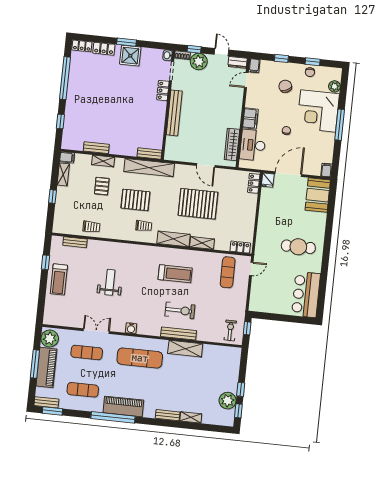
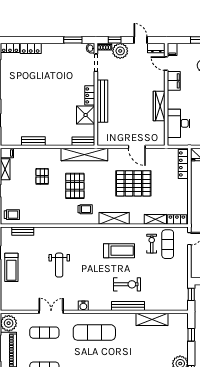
window: (126, 42) -> (73, 40), moved
shower: (130, 56) -> (86, 115), moved
door: (246, 80) -> (166, 64), hinge flipped
locker: (163, 91) -> (90, 95), moved
filing cabinet: (250, 118) -> (174, 81), moved
wardrobe: (232, 144) -> (159, 106), moved
shelving: (103, 161) -> (41, 153), removed
locker: (254, 183) -> (183, 164), width x1.53
pallet: (135, 200) -> (75, 186), turned 90
trolley: (91, 227) -> (12, 215), moved
shelving: (202, 243) -> (155, 219), moved
weight bench: (110, 282) -> (59, 265), turned 180
exercise bike: (230, 330) -> (152, 244), moved
shelving: (185, 349) -> (152, 319), moved
window: (241, 389) -> (191, 335), moved

